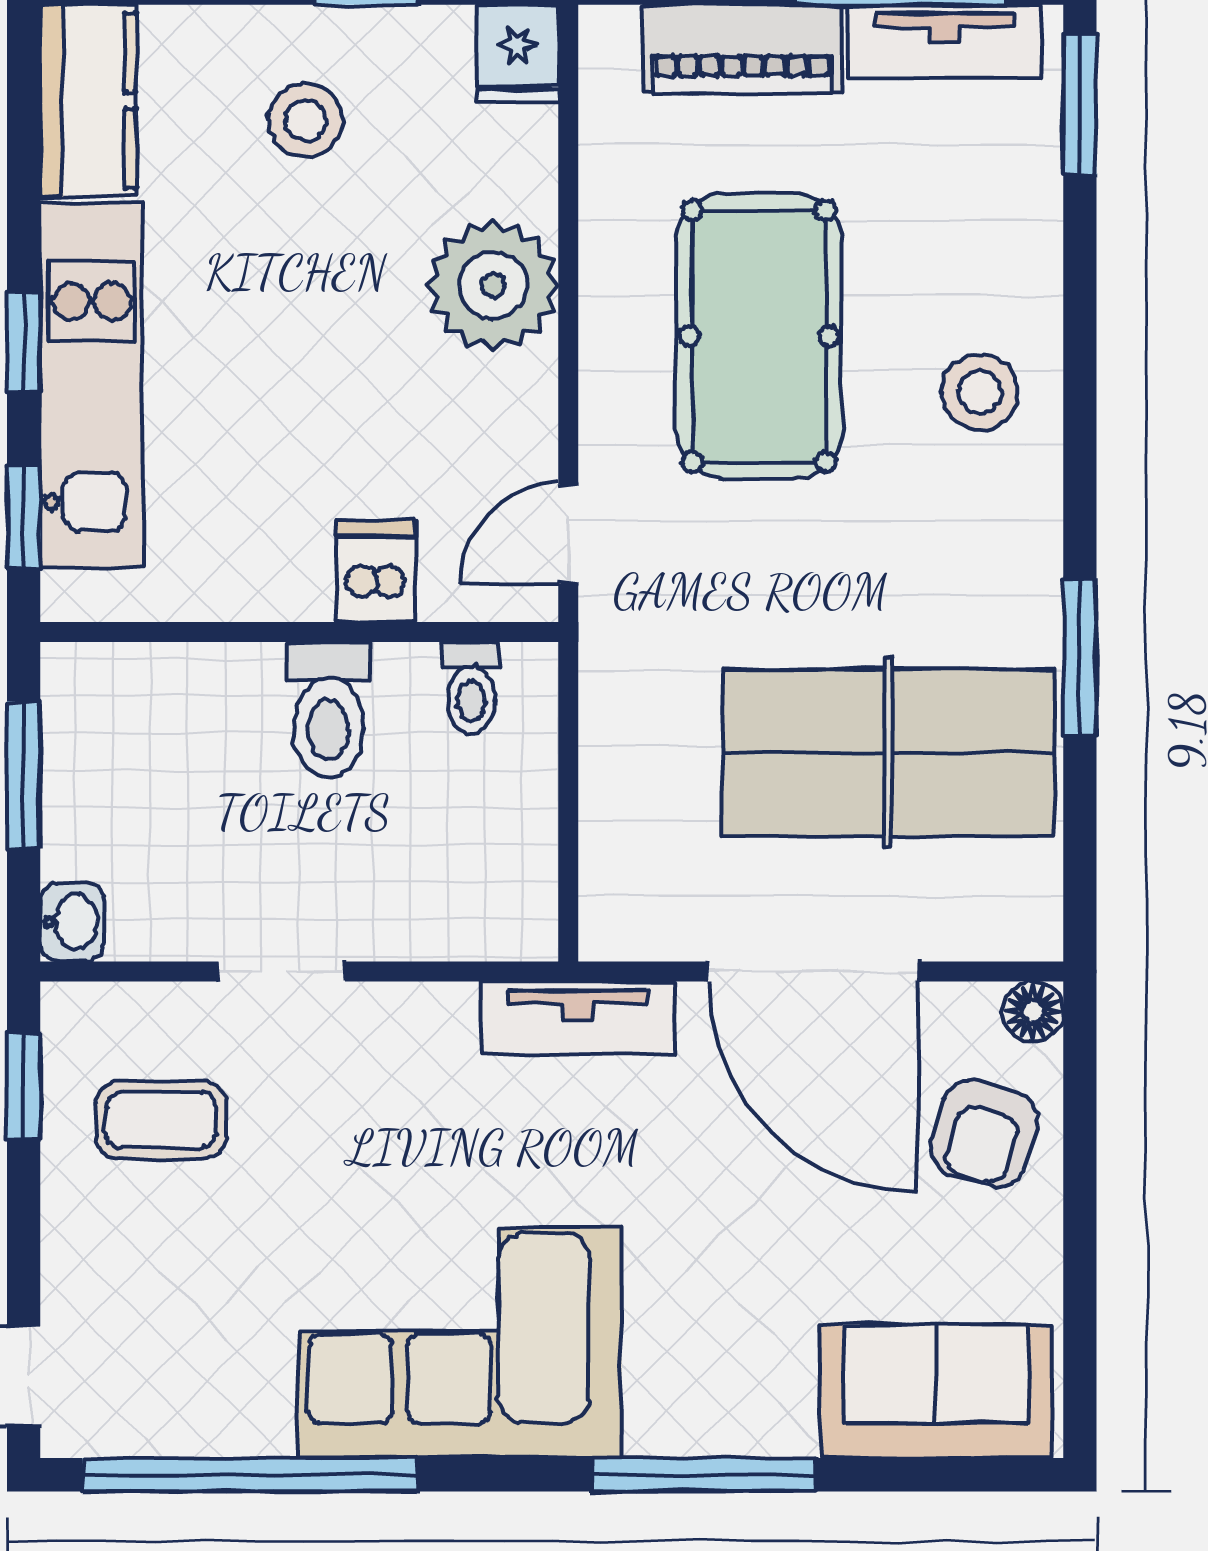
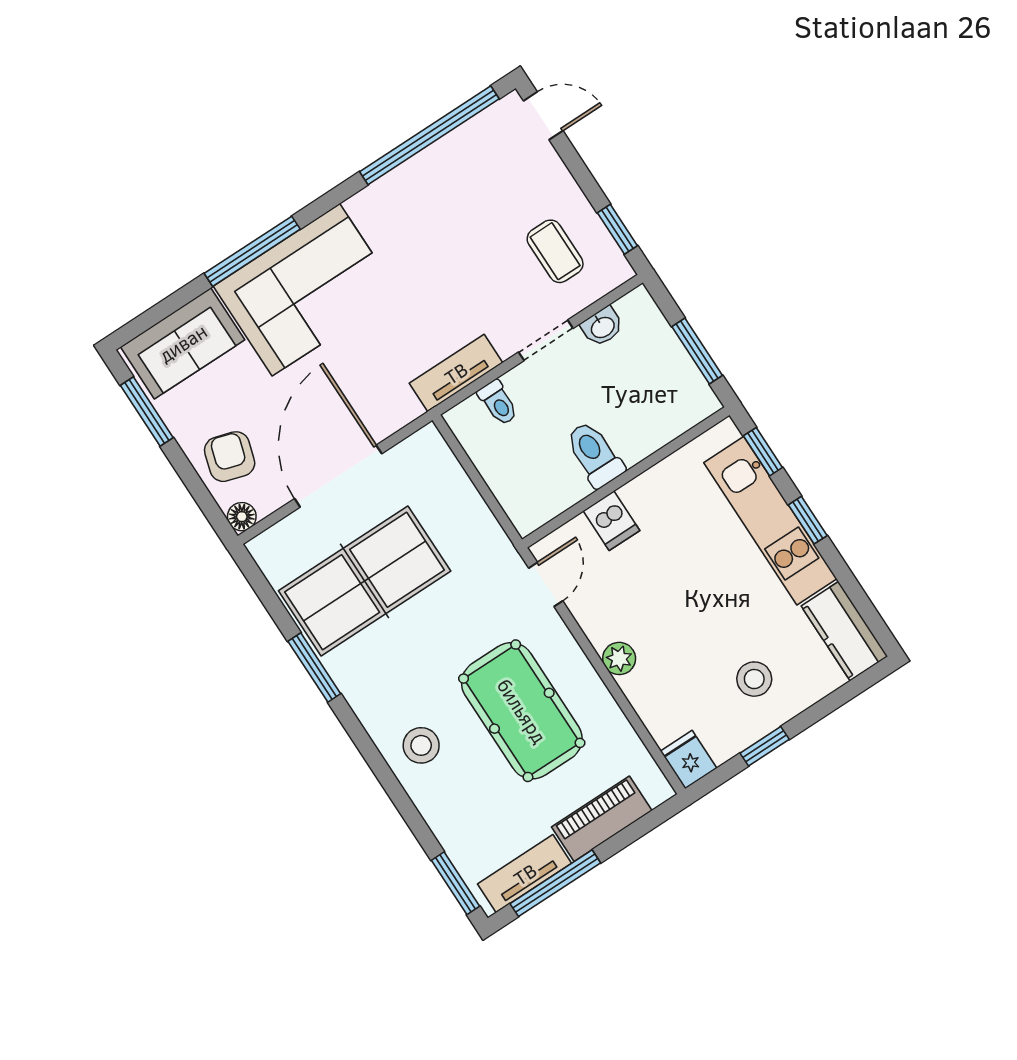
plant: (493, 285) -> (619, 658), width x0.53, depth x0.53
toilet: (471, 688) -> (498, 403), moved, turned 180
washbasin: (72, 922) -> (602, 327), moved, turned -90
door: (813, 971) -> (338, 476), hinge flipped
tv unit: (578, 1018) -> (456, 373), moved
coffee table: (161, 1120) -> (555, 251), turned 90
window: (1080, 1311) -> (147, 411), added
corner sofa: (460, 1343) -> (306, 290), moved

